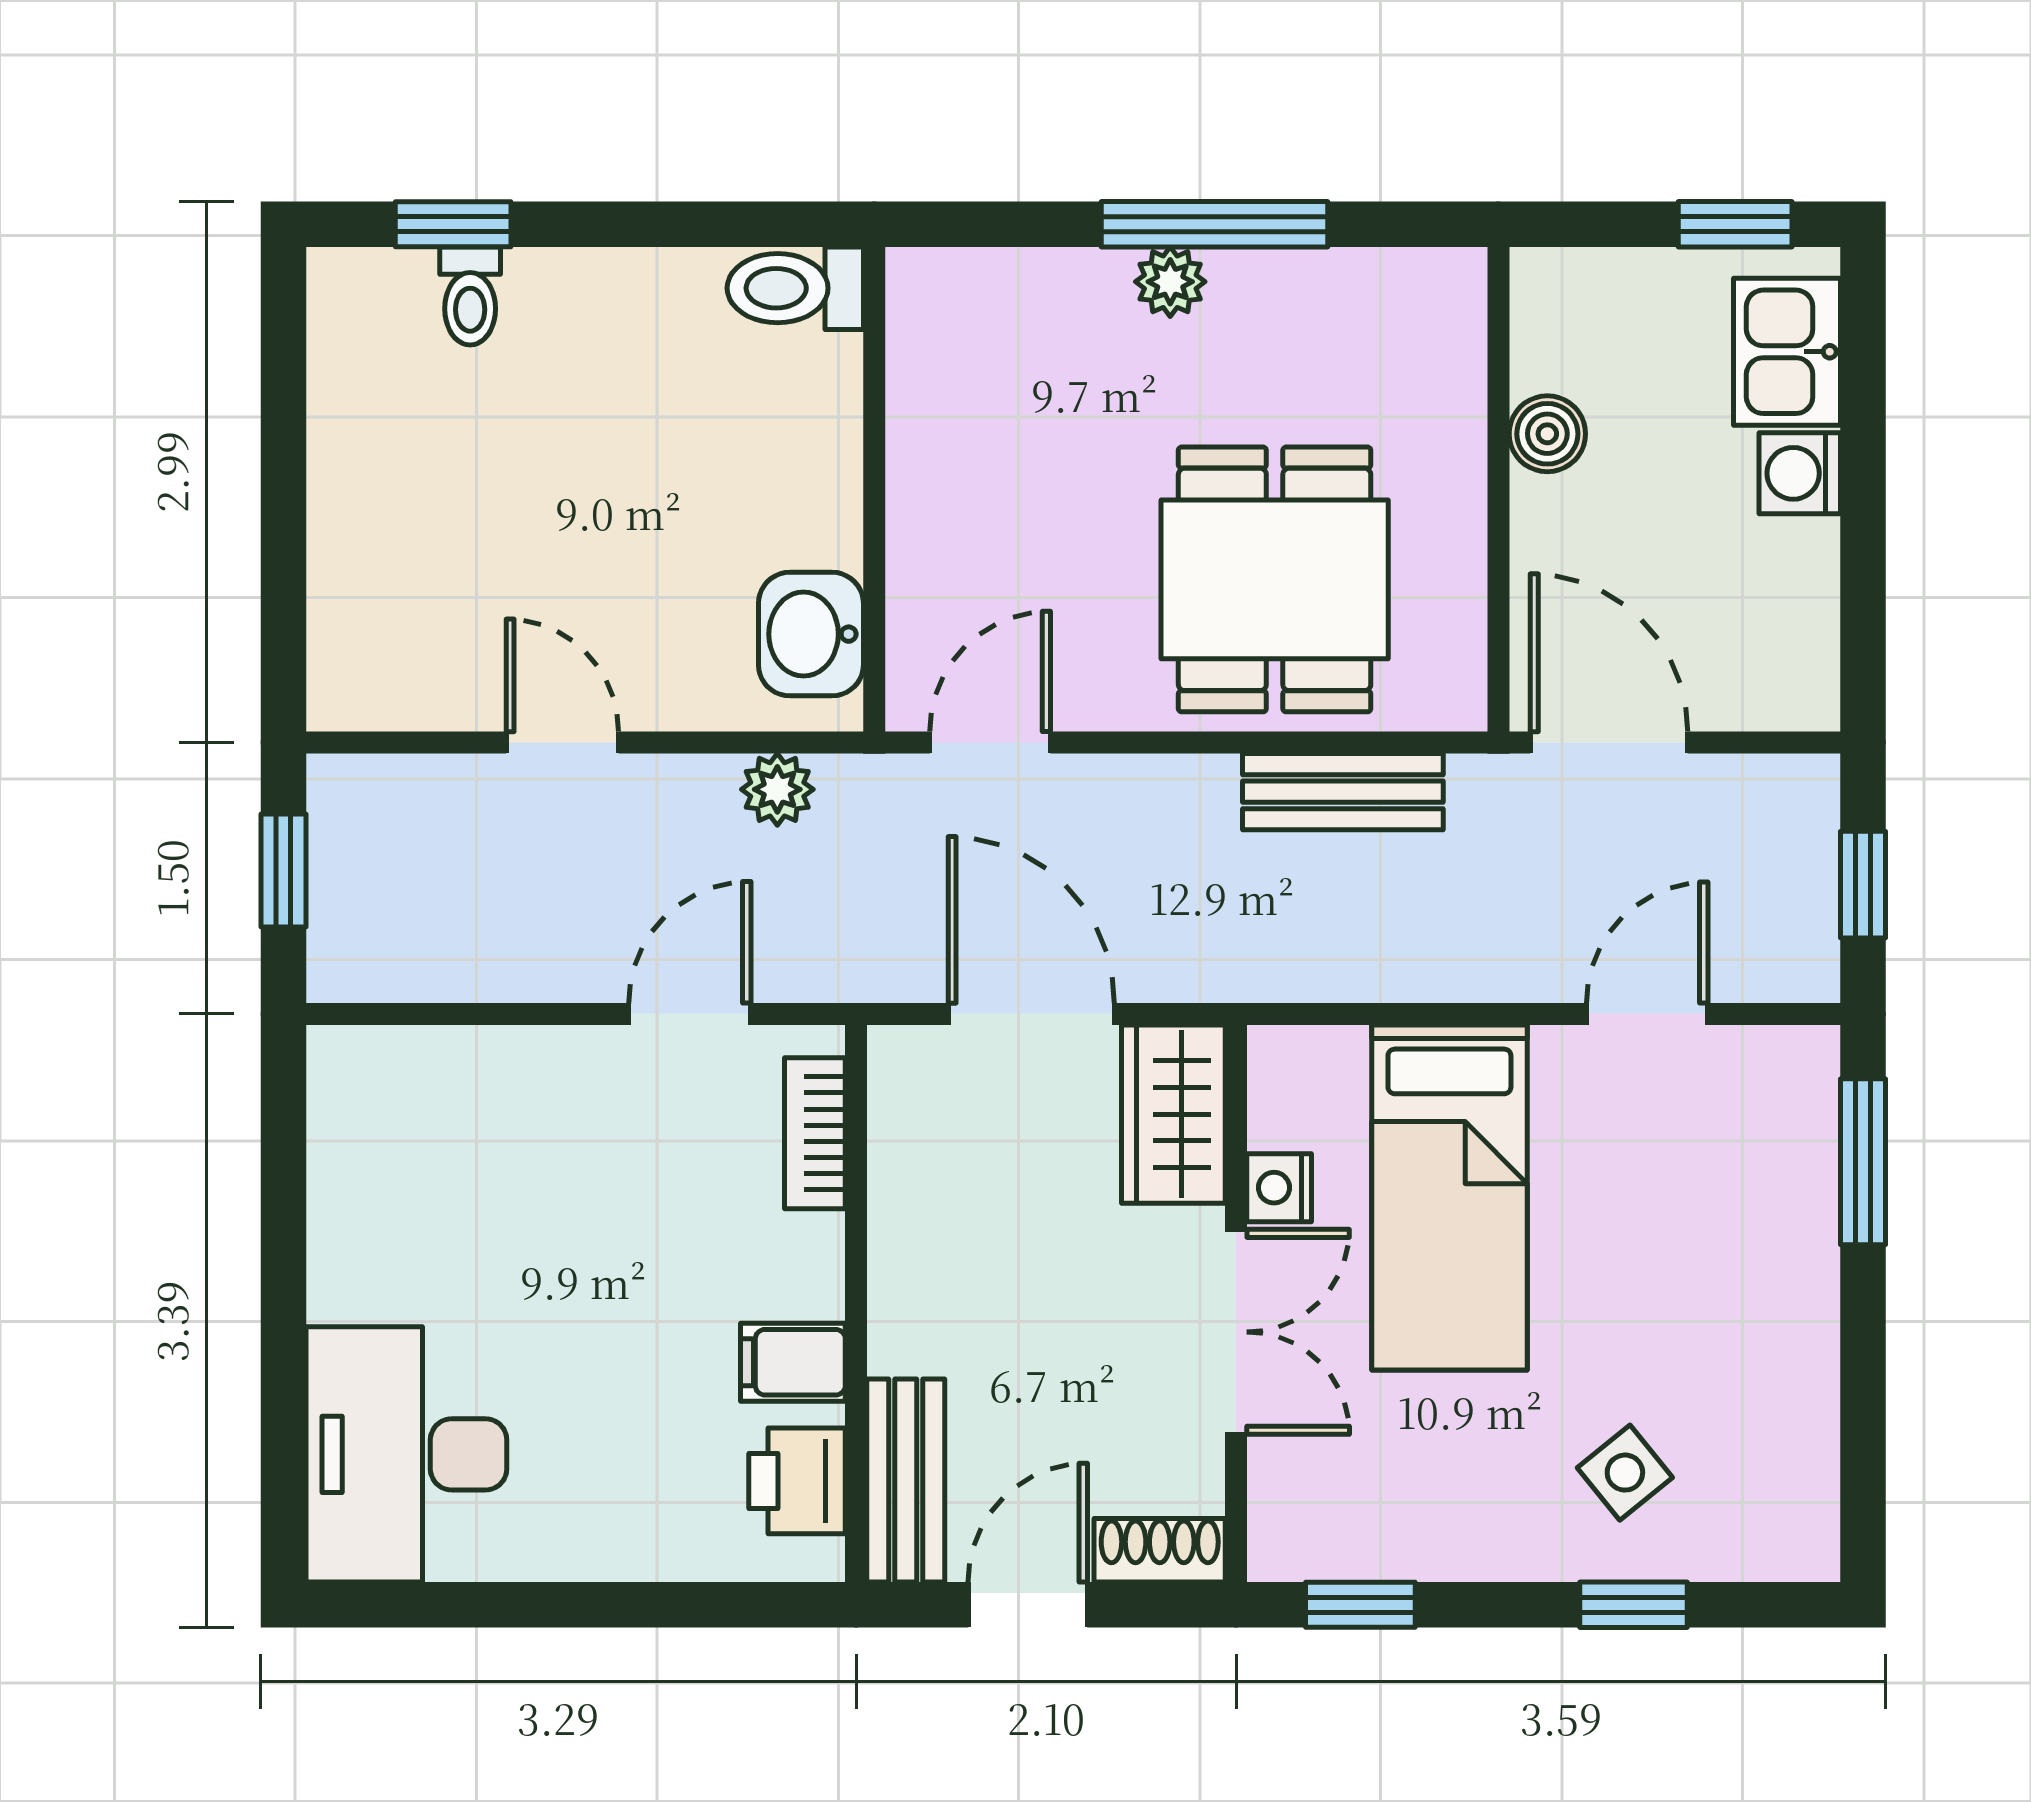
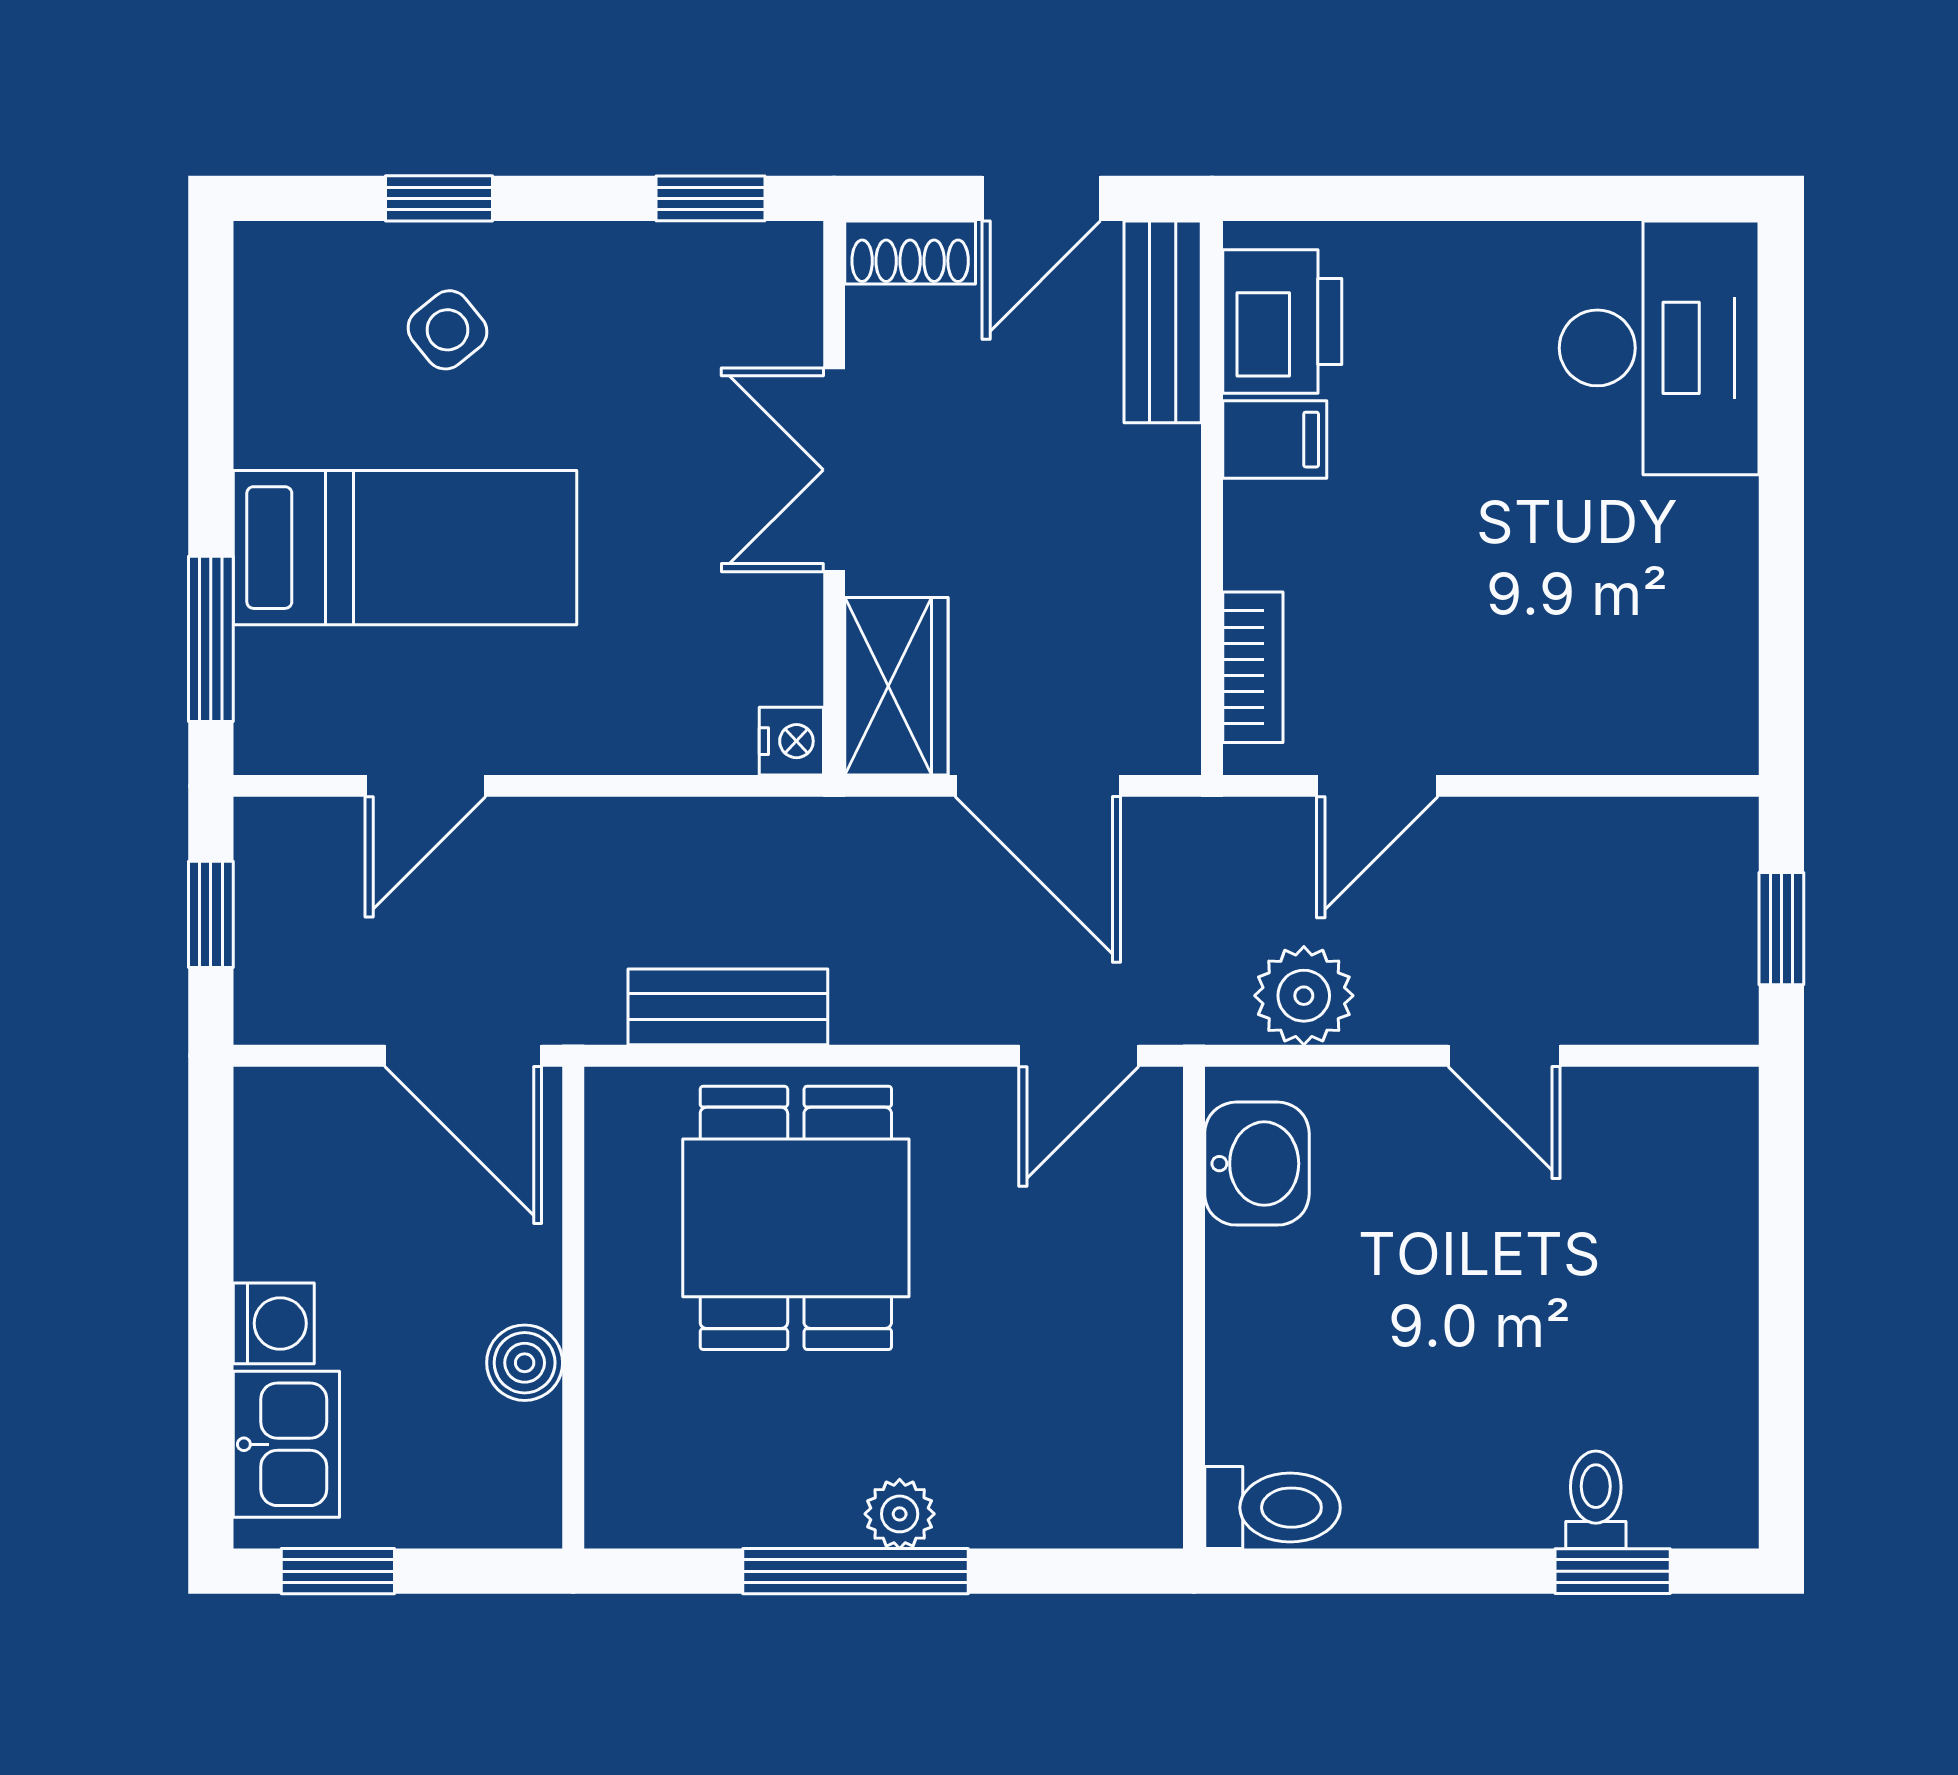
plant: (777, 789) -> (1304, 996), width x1.38, depth x1.38
nightstand: (1279, 1188) -> (791, 741), moved
bed: (1449, 1197) -> (405, 548), moved, turned 90
printer: (797, 1481) -> (1282, 321), width x1.36, depth x1.24

